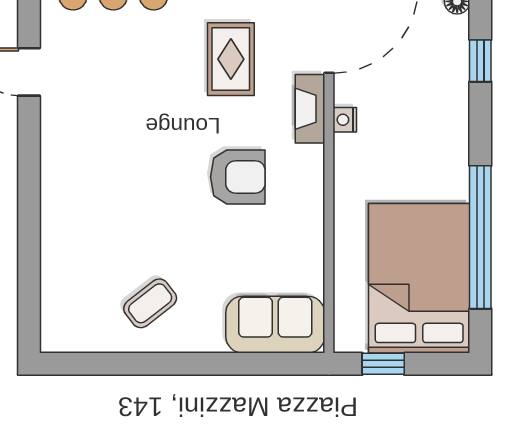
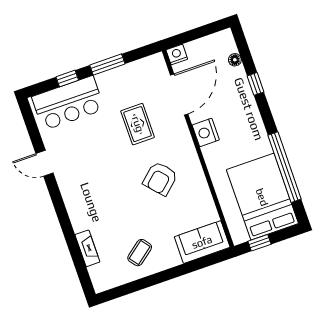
fireplace: (310, 109) -> (87, 248), moved, turned 180
nightstand: (345, 120) -> (206, 132), width x1.89, depth x1.79
armchair: (238, 177) -> (160, 179), turned 138

